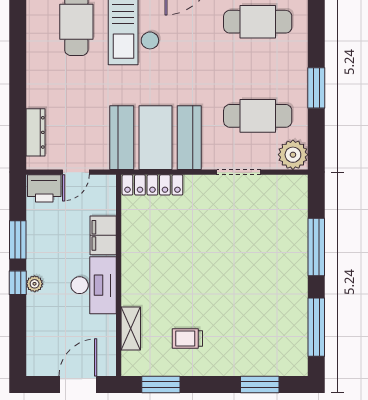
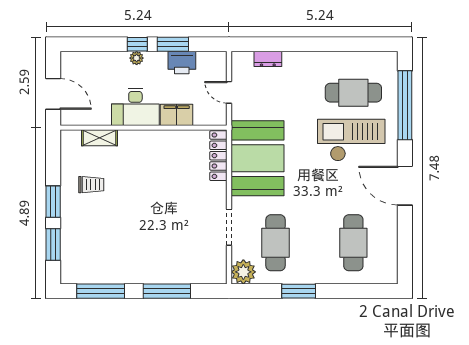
dresser: (36, 132) -> (268, 59), width x0.70
printer: (44, 188) -> (182, 63), moved, turned -90
trolley: (187, 339) -> (91, 185), turned 90
window: (161, 384) -> (53, 202), moved

